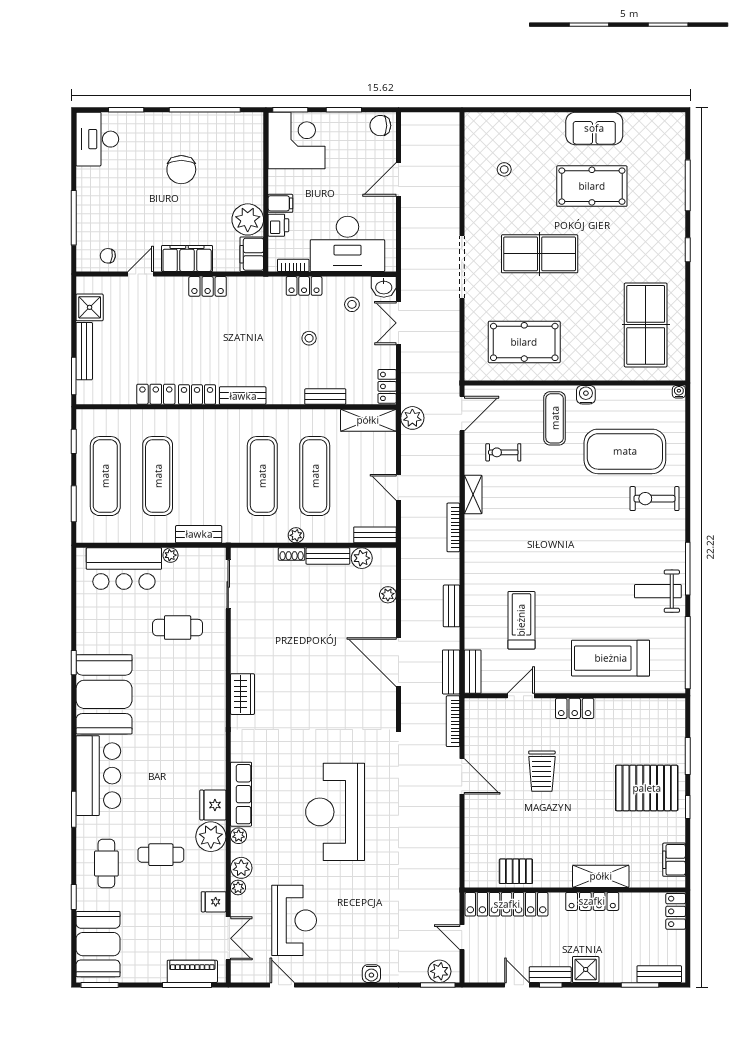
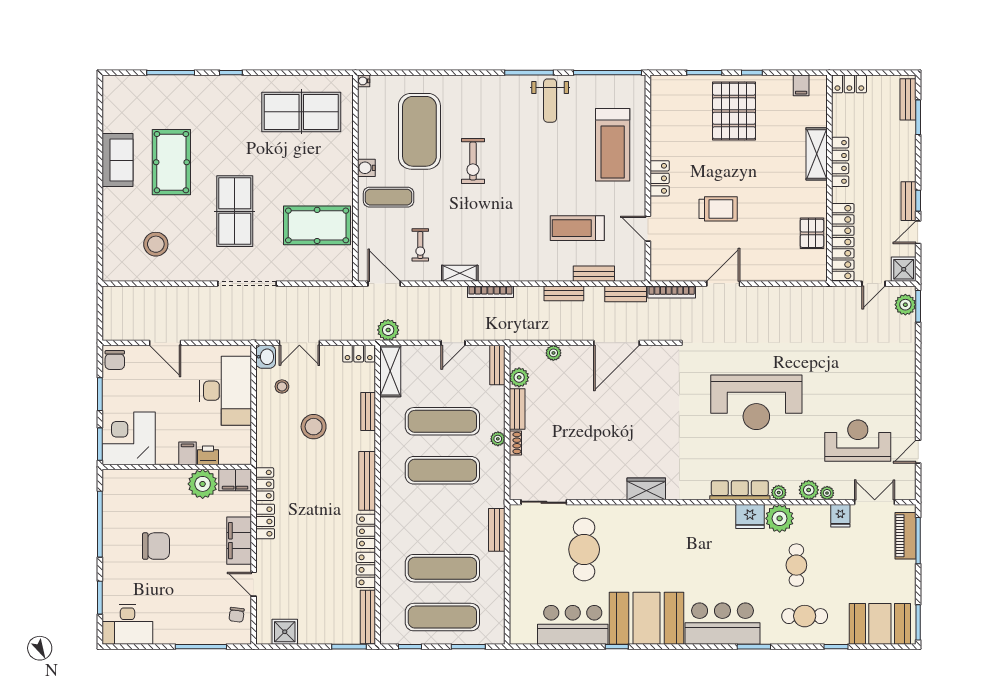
stool: (504, 169) -> (156, 244), width x1.89, depth x1.89
bookcase: (293, 265) -> (246, 441), removed
locker: (304, 286) -> (265, 484), moved
stool: (309, 338) -> (314, 427), width x1.89, depth x1.89
pool table: (524, 342) -> (317, 225), turned 90
bench: (84, 351) -> (368, 617), moved, turned 90
bench: (243, 396) -> (367, 481), width x1.36
exercise bike: (654, 499) -> (473, 161), moved
plant: (170, 555) -> (516, 556), removed
bar counter: (124, 569) -> (573, 625), moved, turned -90
cafe table: (178, 628) -> (584, 549), width x1.37, depth x1.35
bench: (473, 672) -> (594, 274), moved
filing cabinet: (674, 860) -> (801, 85), width x0.50
shower: (586, 969) -> (904, 269), moved
water cooler: (371, 974) -> (908, 368), removed

